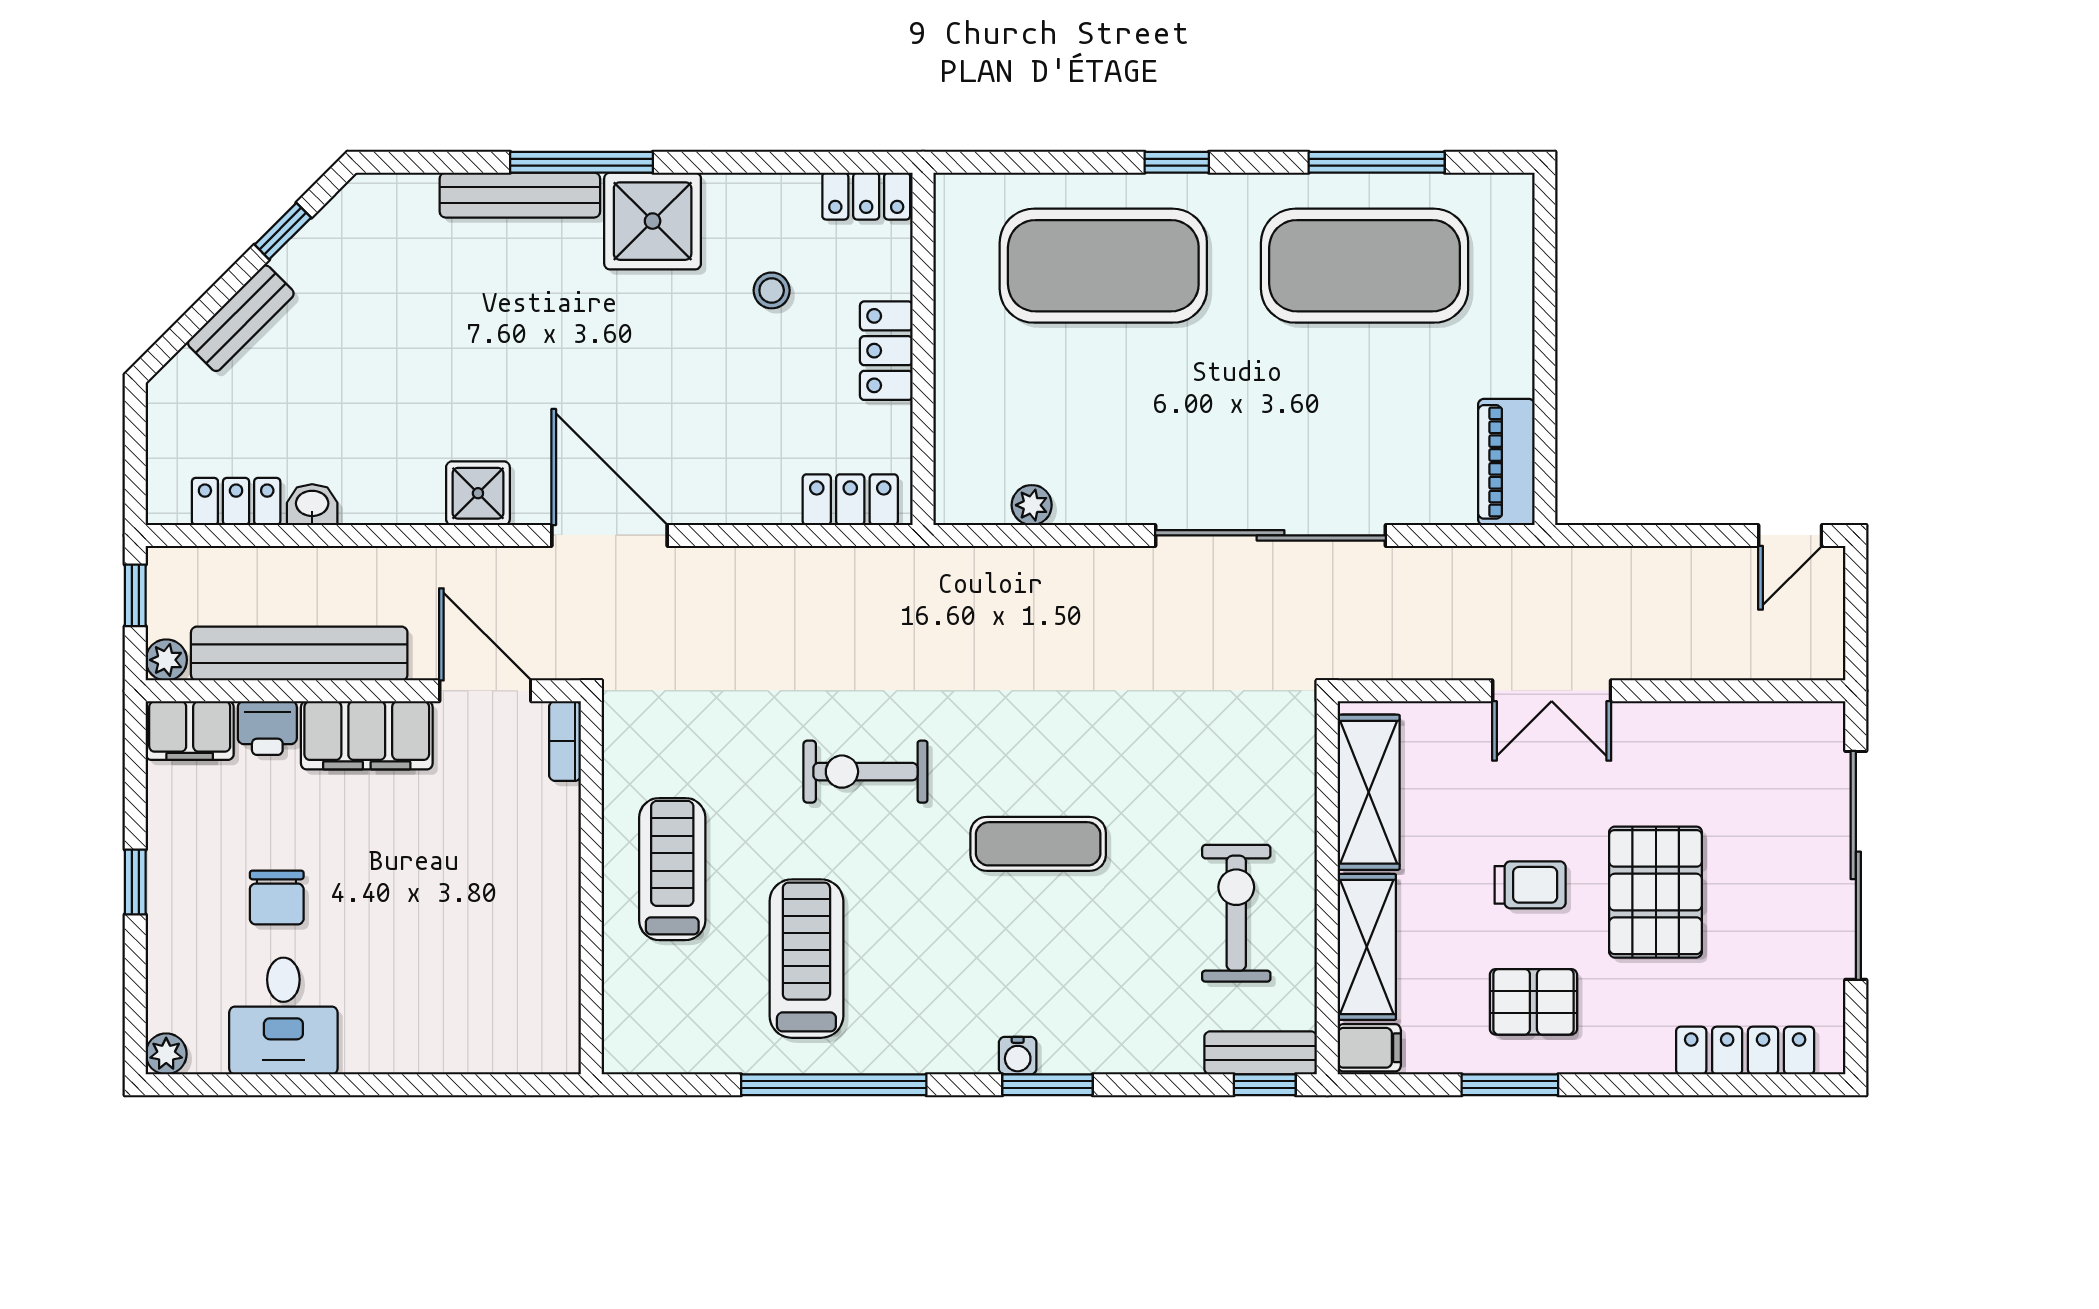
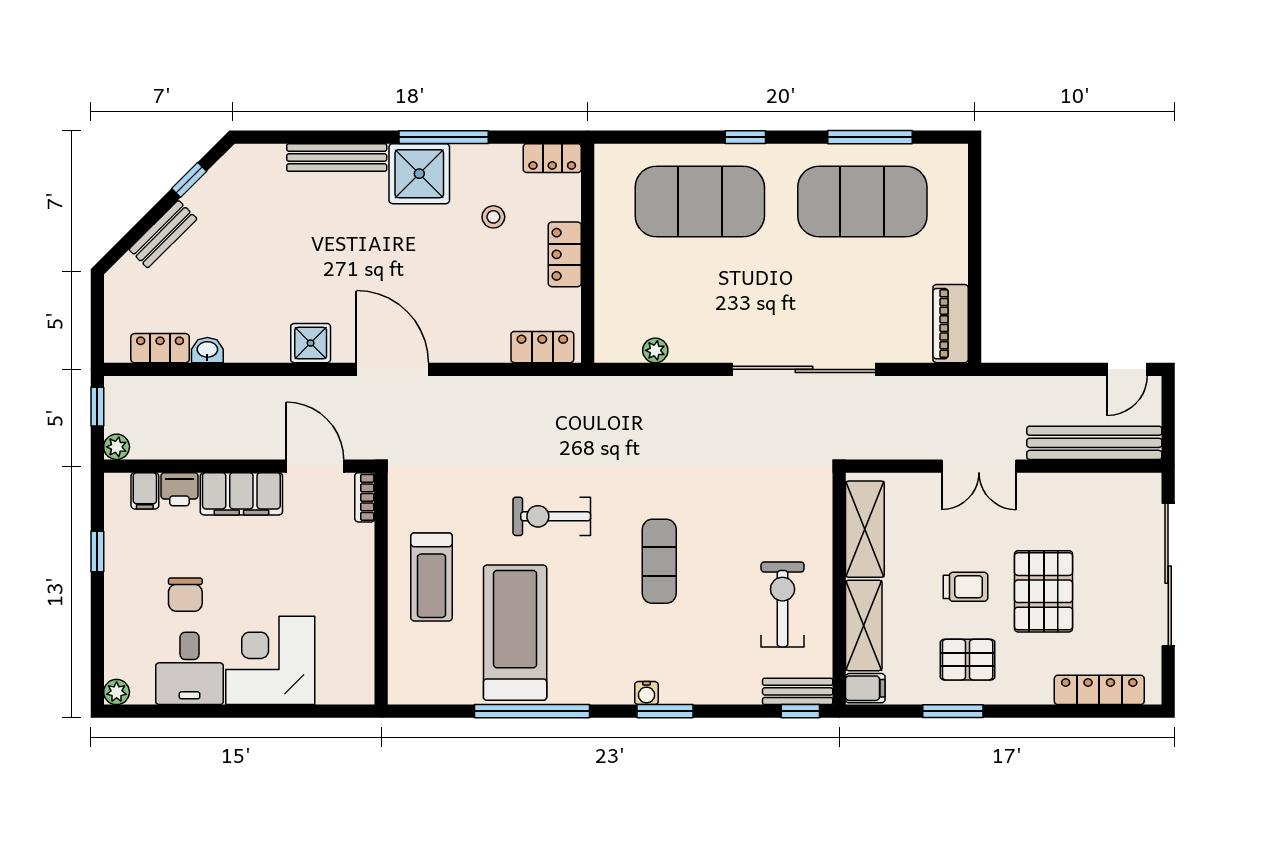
window: (581, 162) -> (444, 137), moved
bench: (299, 654) -> (1094, 443), moved
filing cabinet: (190, 731) -> (145, 491), width x0.50
exercise mat: (1038, 844) -> (659, 561), turned 90
treadmill: (672, 869) -> (432, 577), turned 180
window: (135, 882) -> (97, 552), moved
treadmill: (806, 959) -> (515, 633), width x1.37, depth x1.38
corner desk: (413, 1003) -> (270, 660), added

